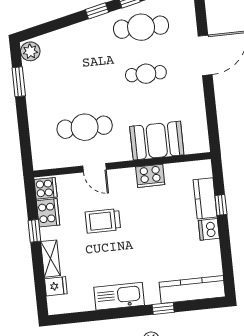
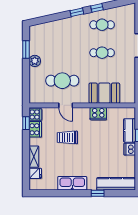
cafe table: (141, 27) -> (102, 25), width x0.73, depth x0.74
plant: (30, 51) -> (35, 61), moved
window: (34, 231) -> (26, 123), moved

